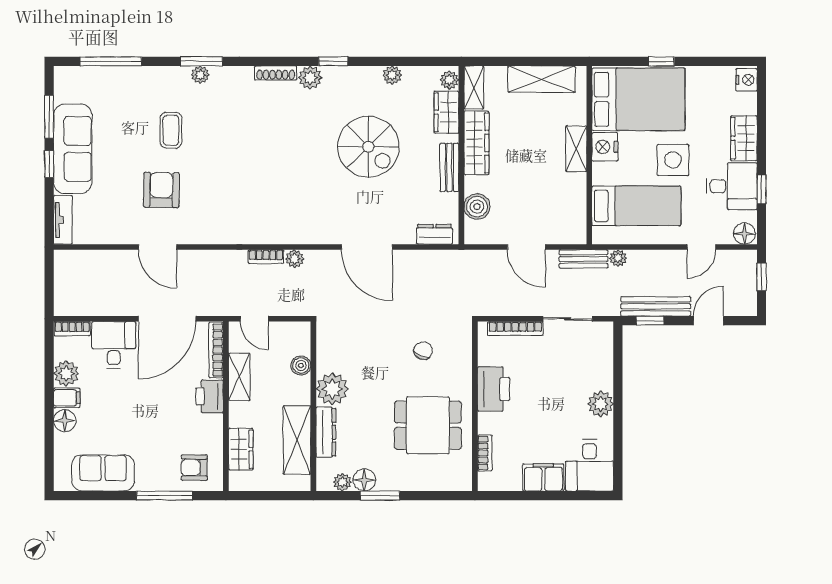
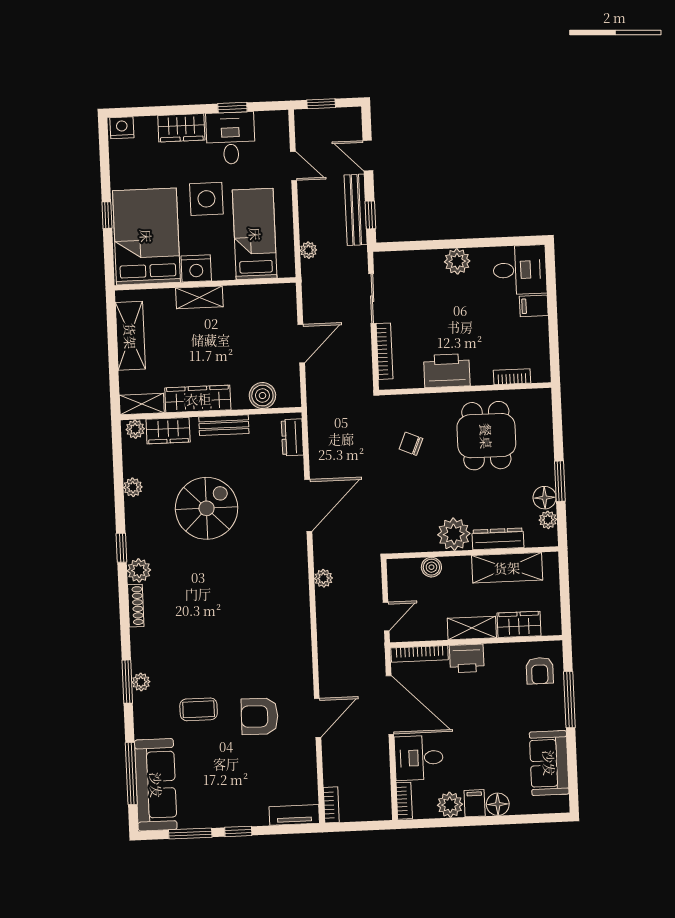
sofa: (73, 149) -> (156, 785), moved, turned 90
floor lamp: (744, 234) -> (278, 123), removed
bookcase: (266, 257) -> (331, 805), moved
bench: (583, 259) -> (311, 285), removed
shelving: (239, 377) -> (472, 628), moved
filing cabinet: (543, 477) -> (534, 306), width x0.50

